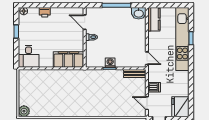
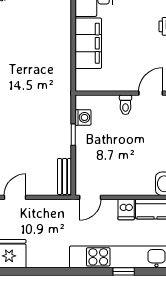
filing cabinet: (68, 59) -> (88, 43), moved
washing machine: (110, 63) -> (83, 117), moved
dishwasher: (154, 87) -> (126, 209), moved

